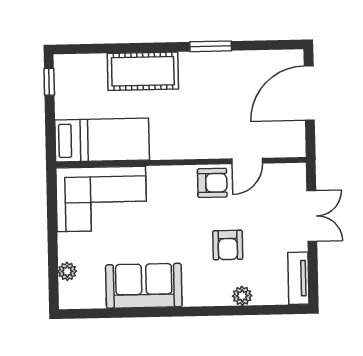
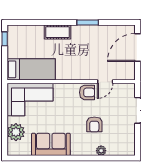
cot: (143, 71) -> (58, 32), width x0.73, depth x0.75
plant: (67, 271) -> (16, 132), width x1.87, depth x1.87
tv unit: (298, 278) -> (130, 142), removed

